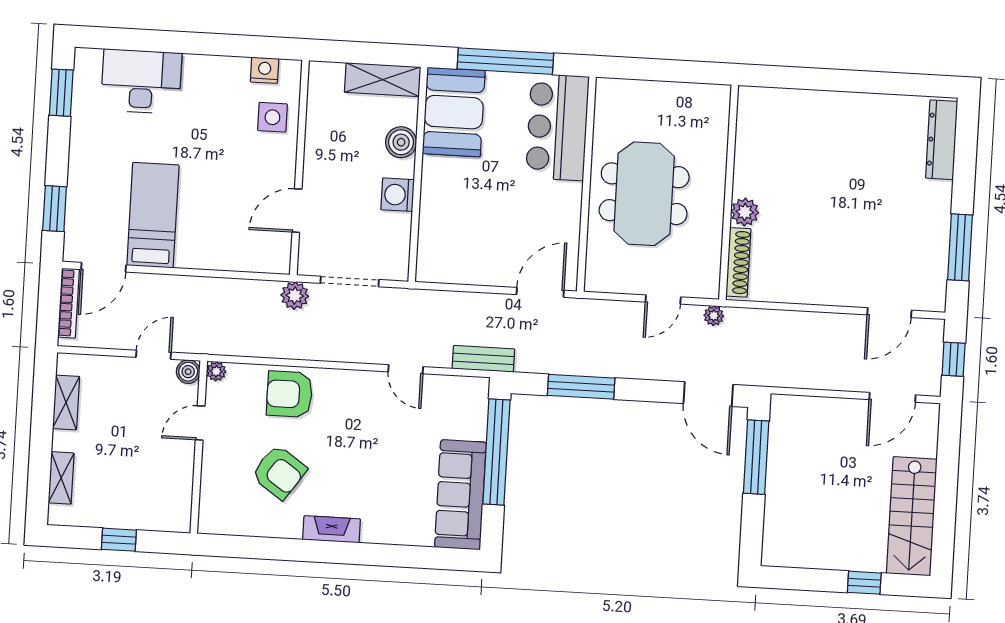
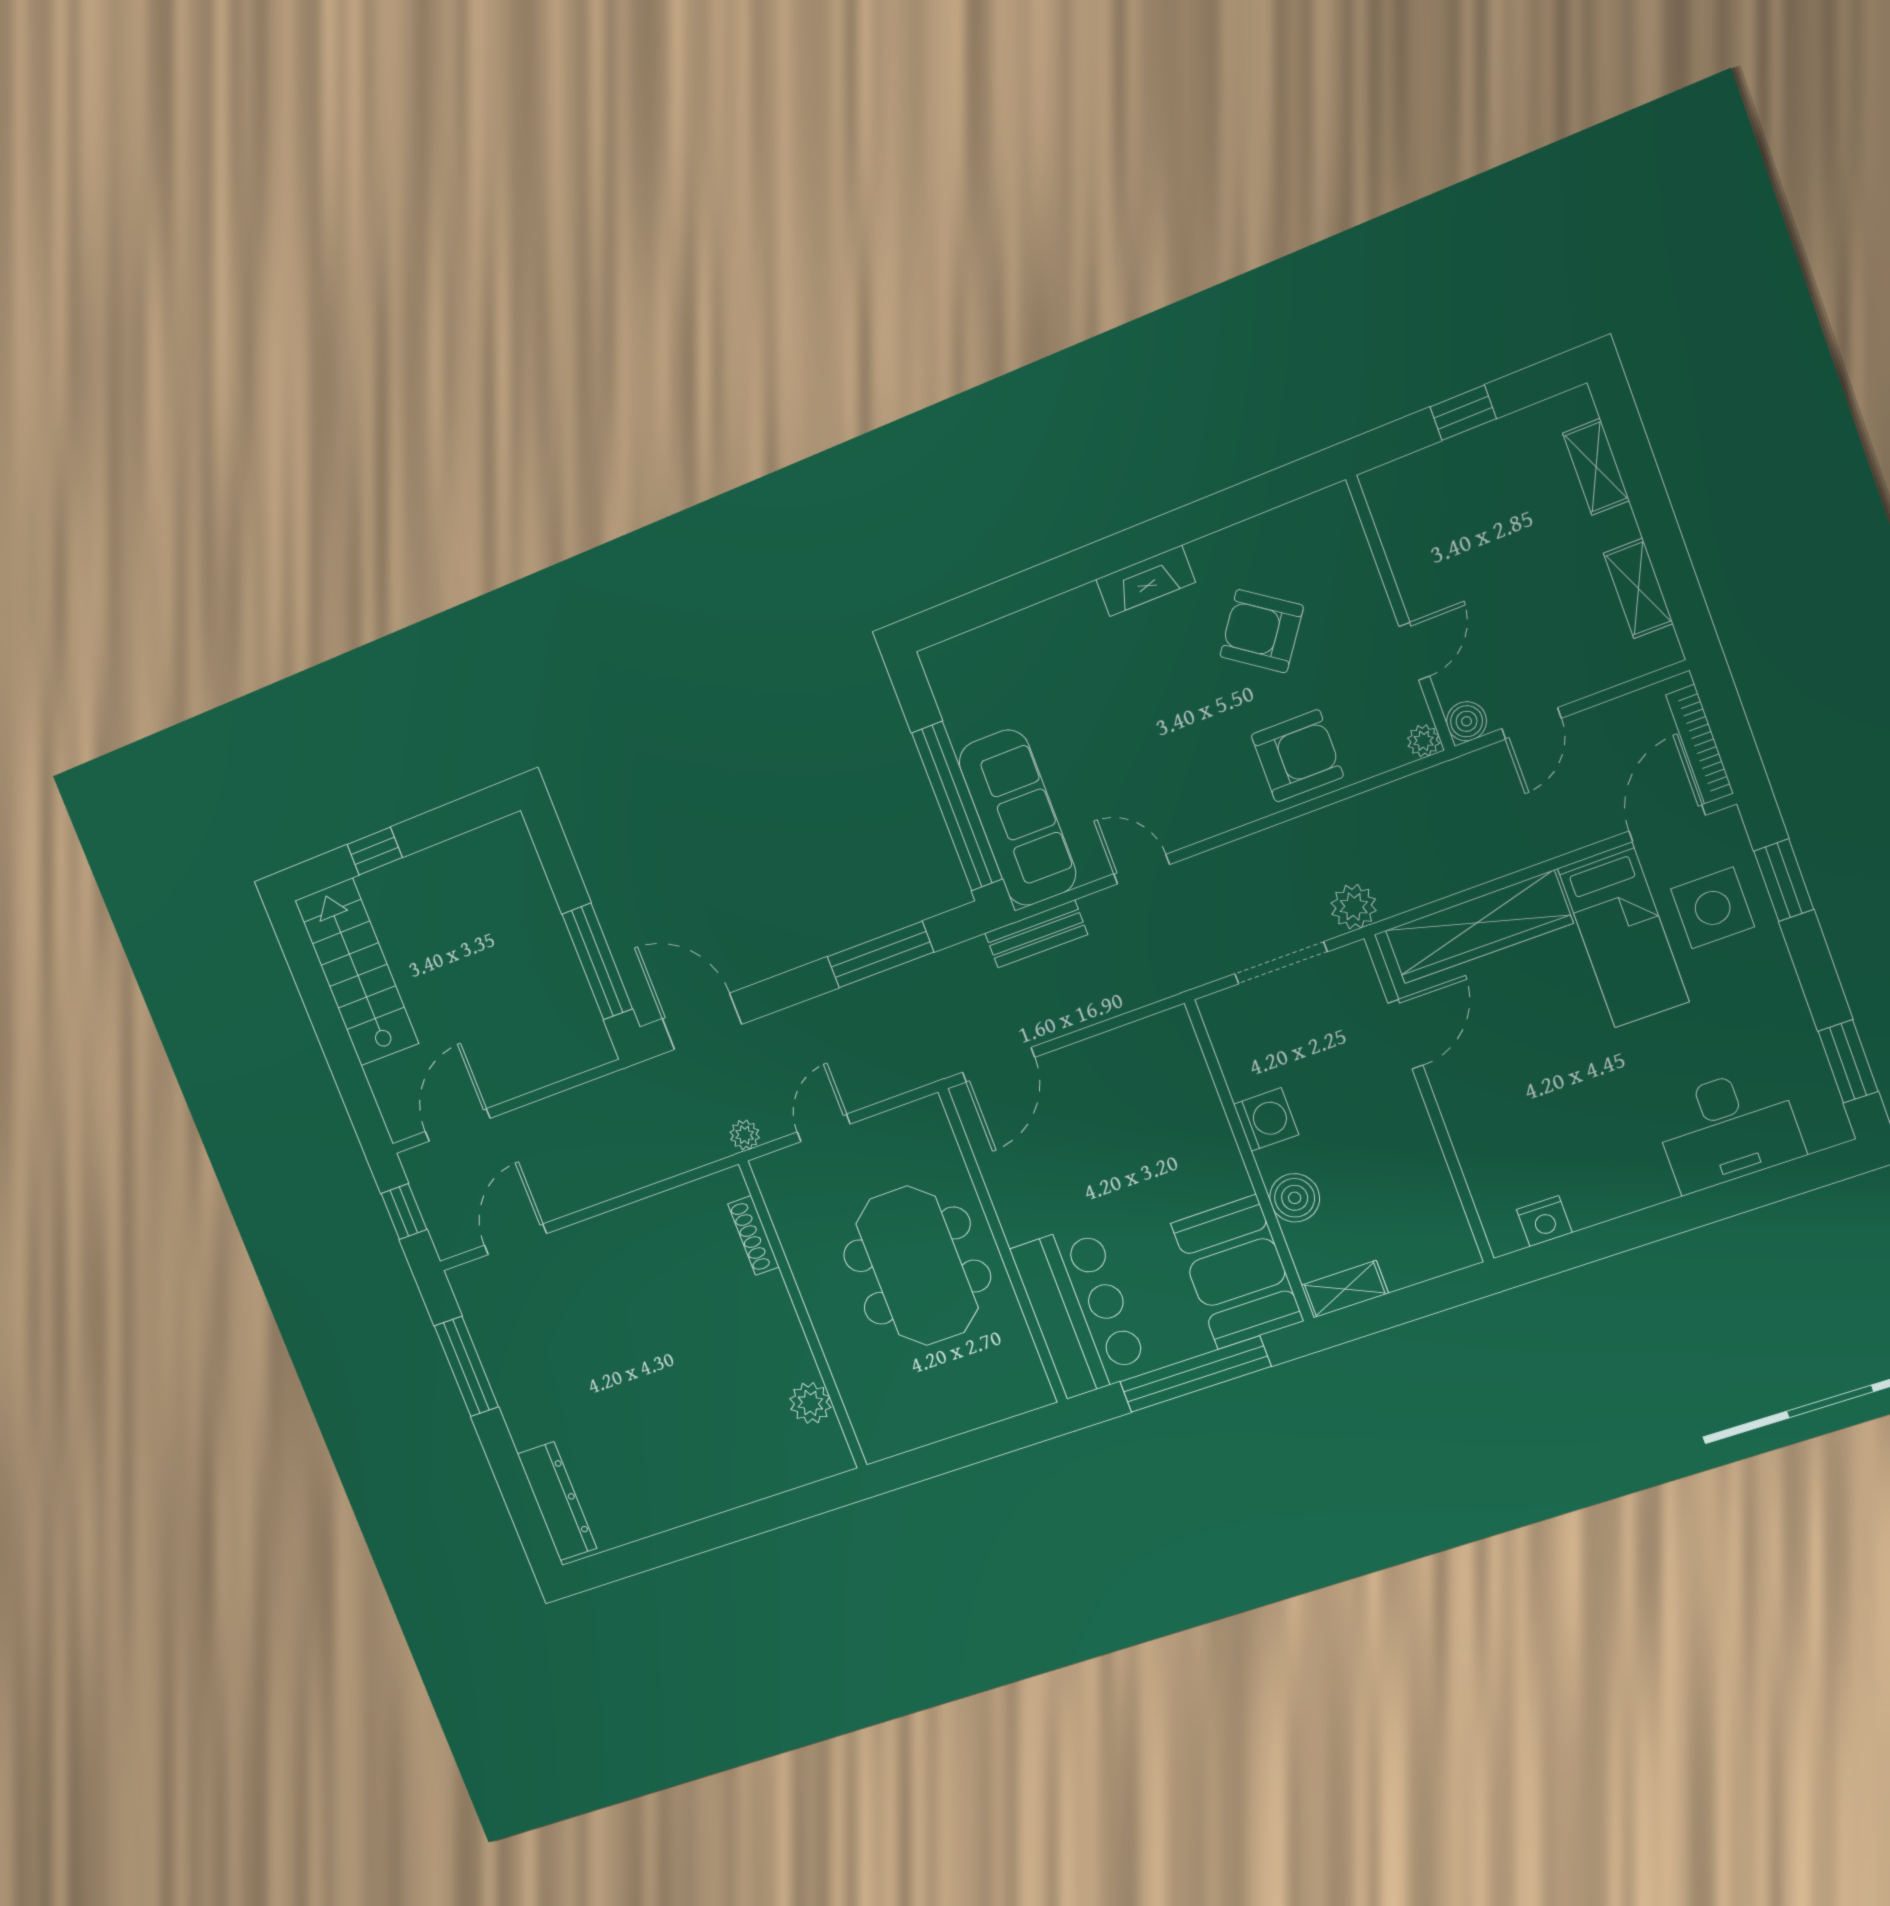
shelving: (383, 80) -> (1345, 1289), width x0.67, depth x0.75
side table: (272, 117) -> (1713, 908), moved, width x1.37, depth x1.37
plant: (745, 212) -> (810, 1403), moved
wardrobe: (230, 254) -> (1479, 927), added
shoe rack: (738, 262) -> (753, 1235), width x0.74, depth x0.81
sofa: (460, 495) -> (1018, 818), moved

